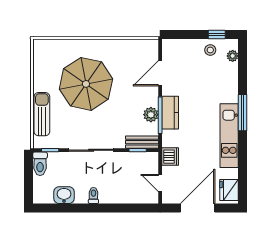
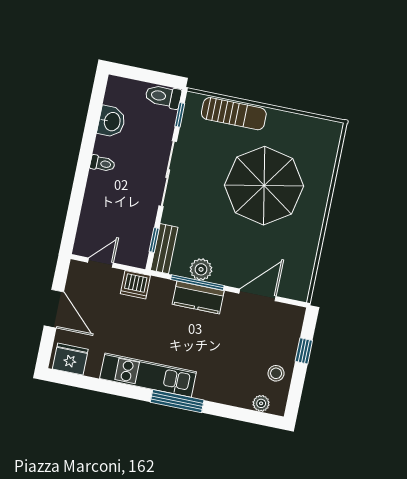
window: (217, 34) -> (304, 351), moved
door: (160, 73) -> (258, 295), hinge flipped
door: (198, 208) -> (54, 309), width x0.73

